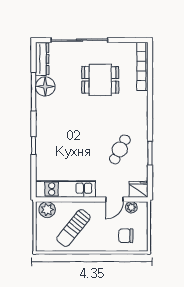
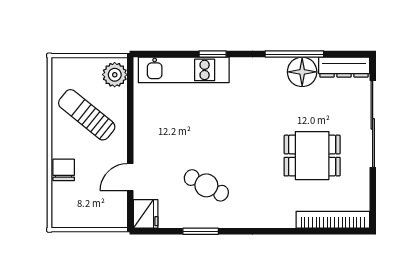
dining table: (100, 80) -> (312, 156), turned 90
kitchen unit: (65, 189) -> (184, 70), moved, turned 90
door: (114, 199) -> (130, 177), hinge flipped
plant: (131, 207) -> (118, 203), removed
chair: (126, 236) -> (64, 170), moved

